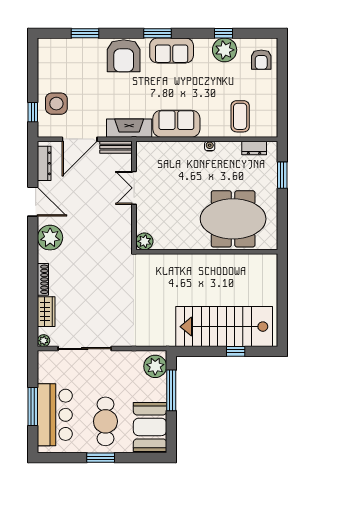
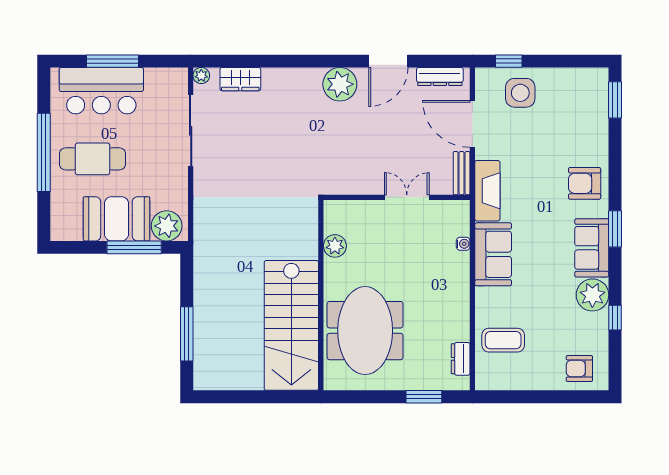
window: (85, 33) -> (615, 100), moved
plant: (225, 50) -> (592, 295), moved
armchair: (124, 56) -> (585, 183), width x0.73, depth x0.73
water cooler: (210, 146) -> (463, 244), moved
plant: (144, 241) -> (335, 246), moved
shoe rack: (43, 279) -> (284, 75), removed
stairs: (224, 327) -> (291, 325), moved, turned 180
window: (236, 351) -> (187, 334), width x2.17
booth: (150, 427) -> (116, 219), moved
window: (101, 458) -> (44, 152), width x2.11

